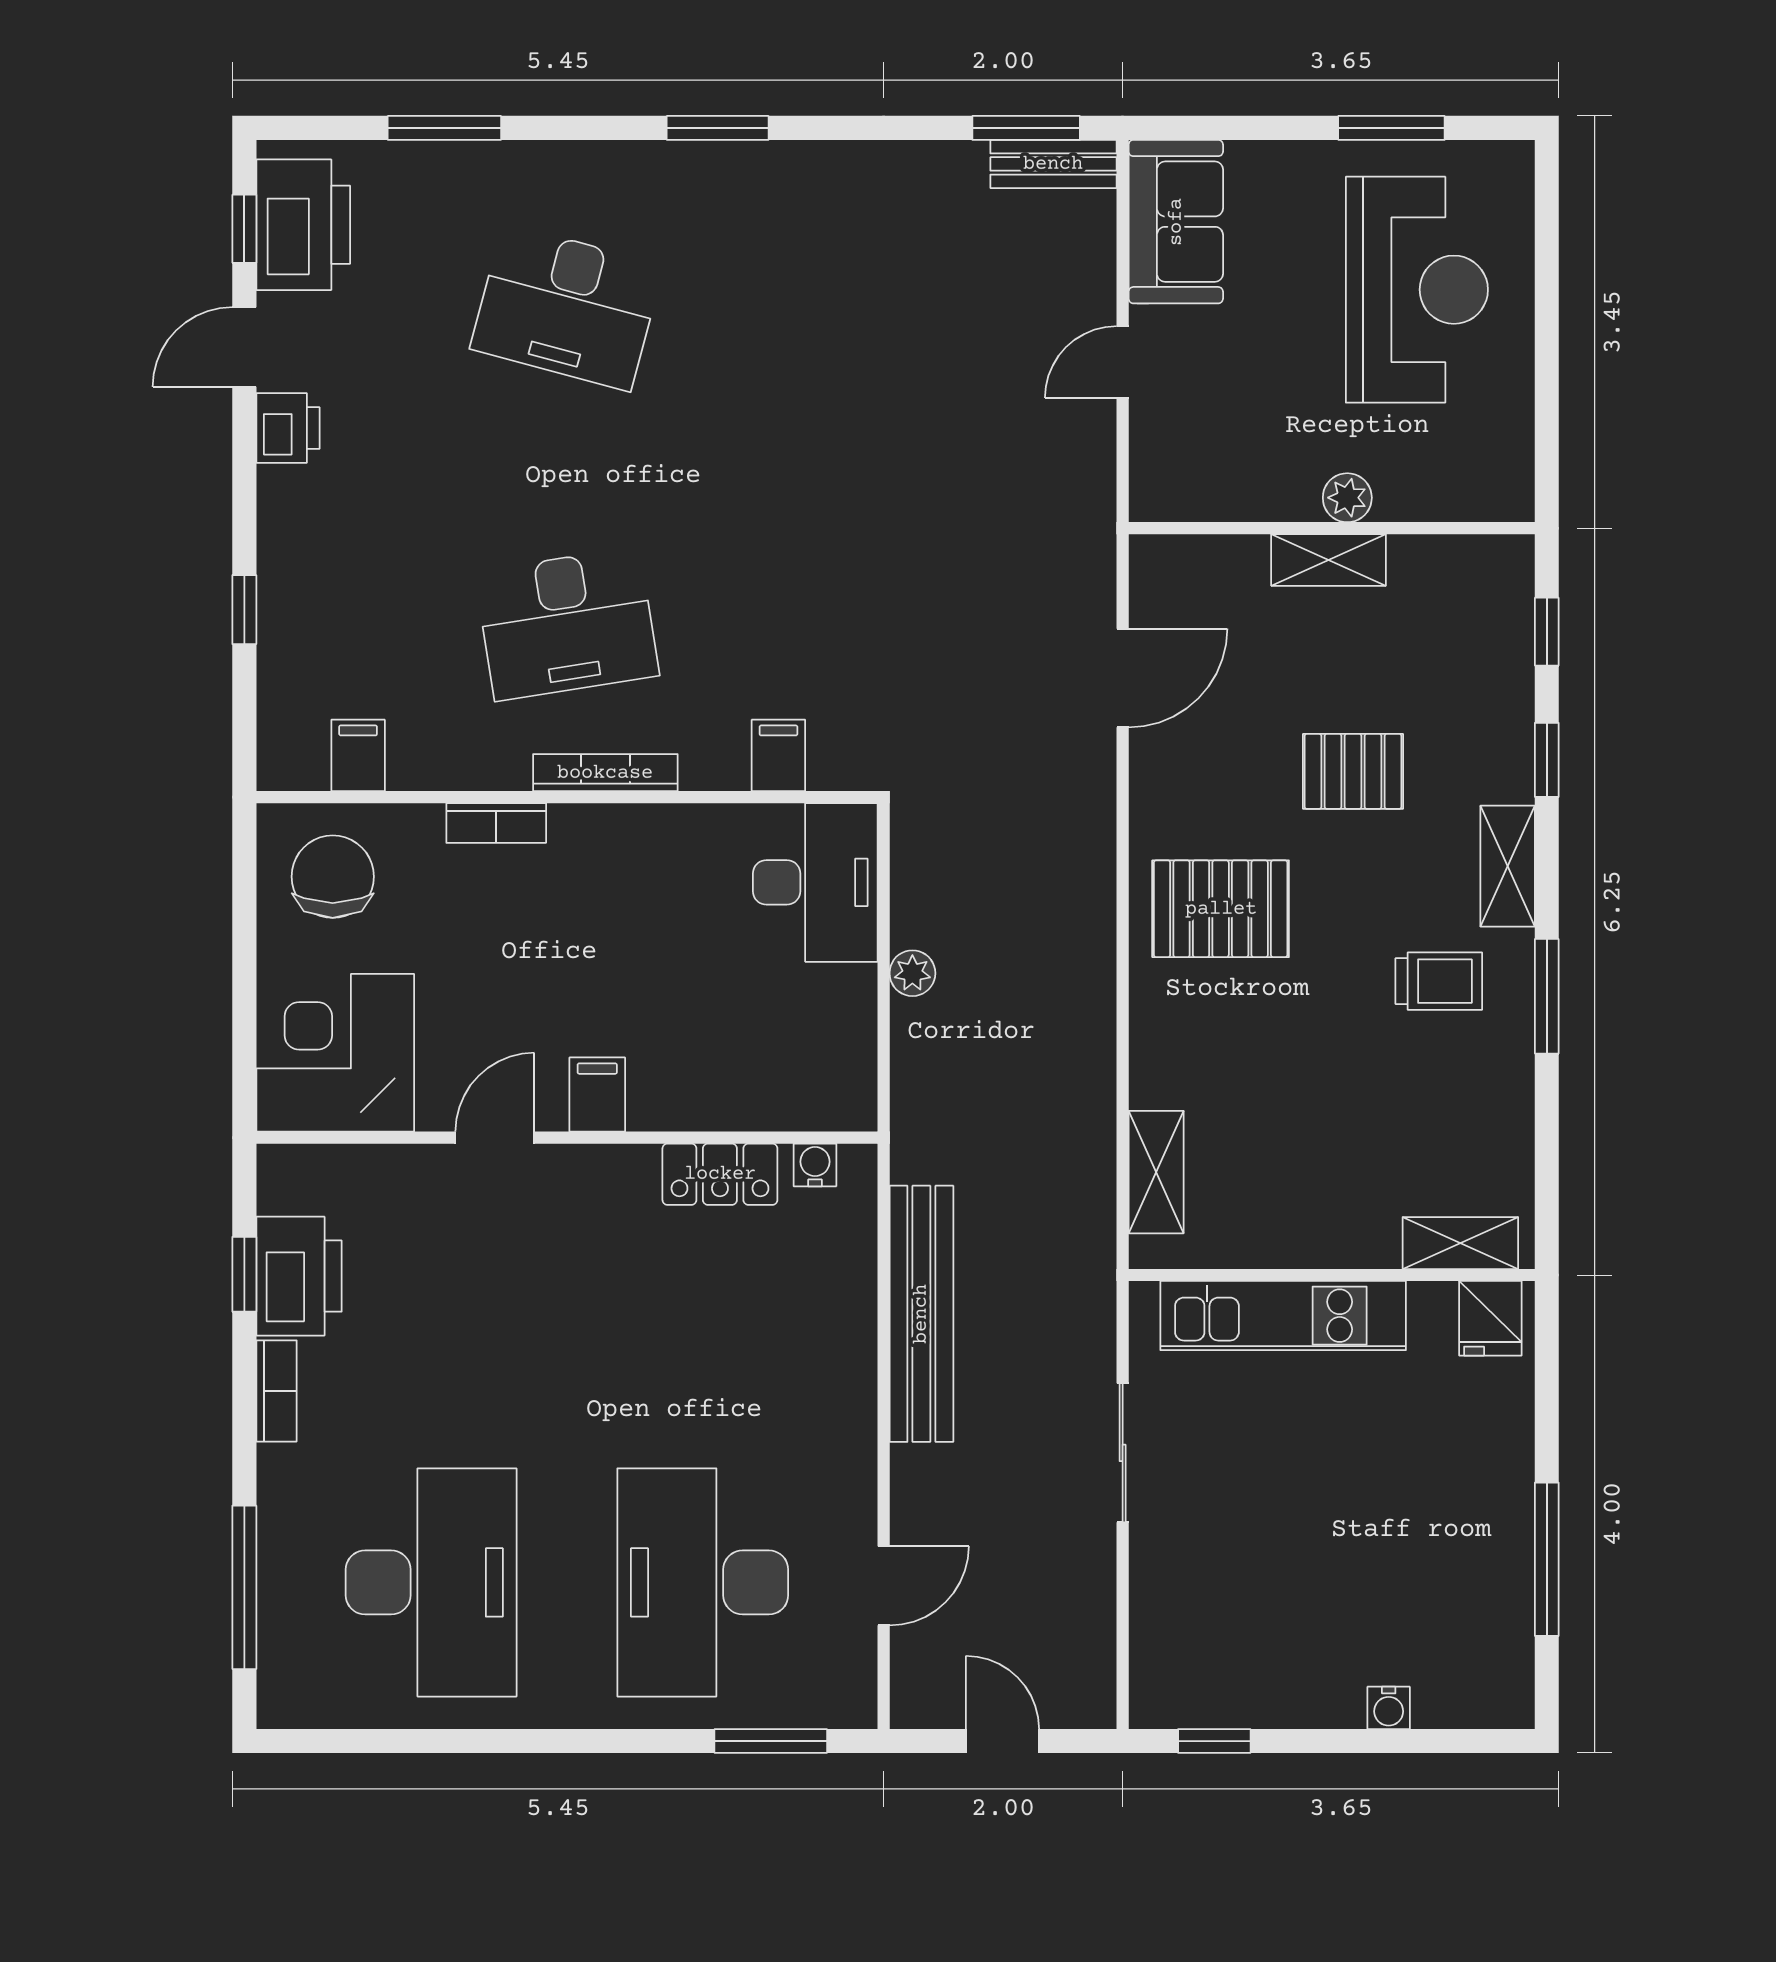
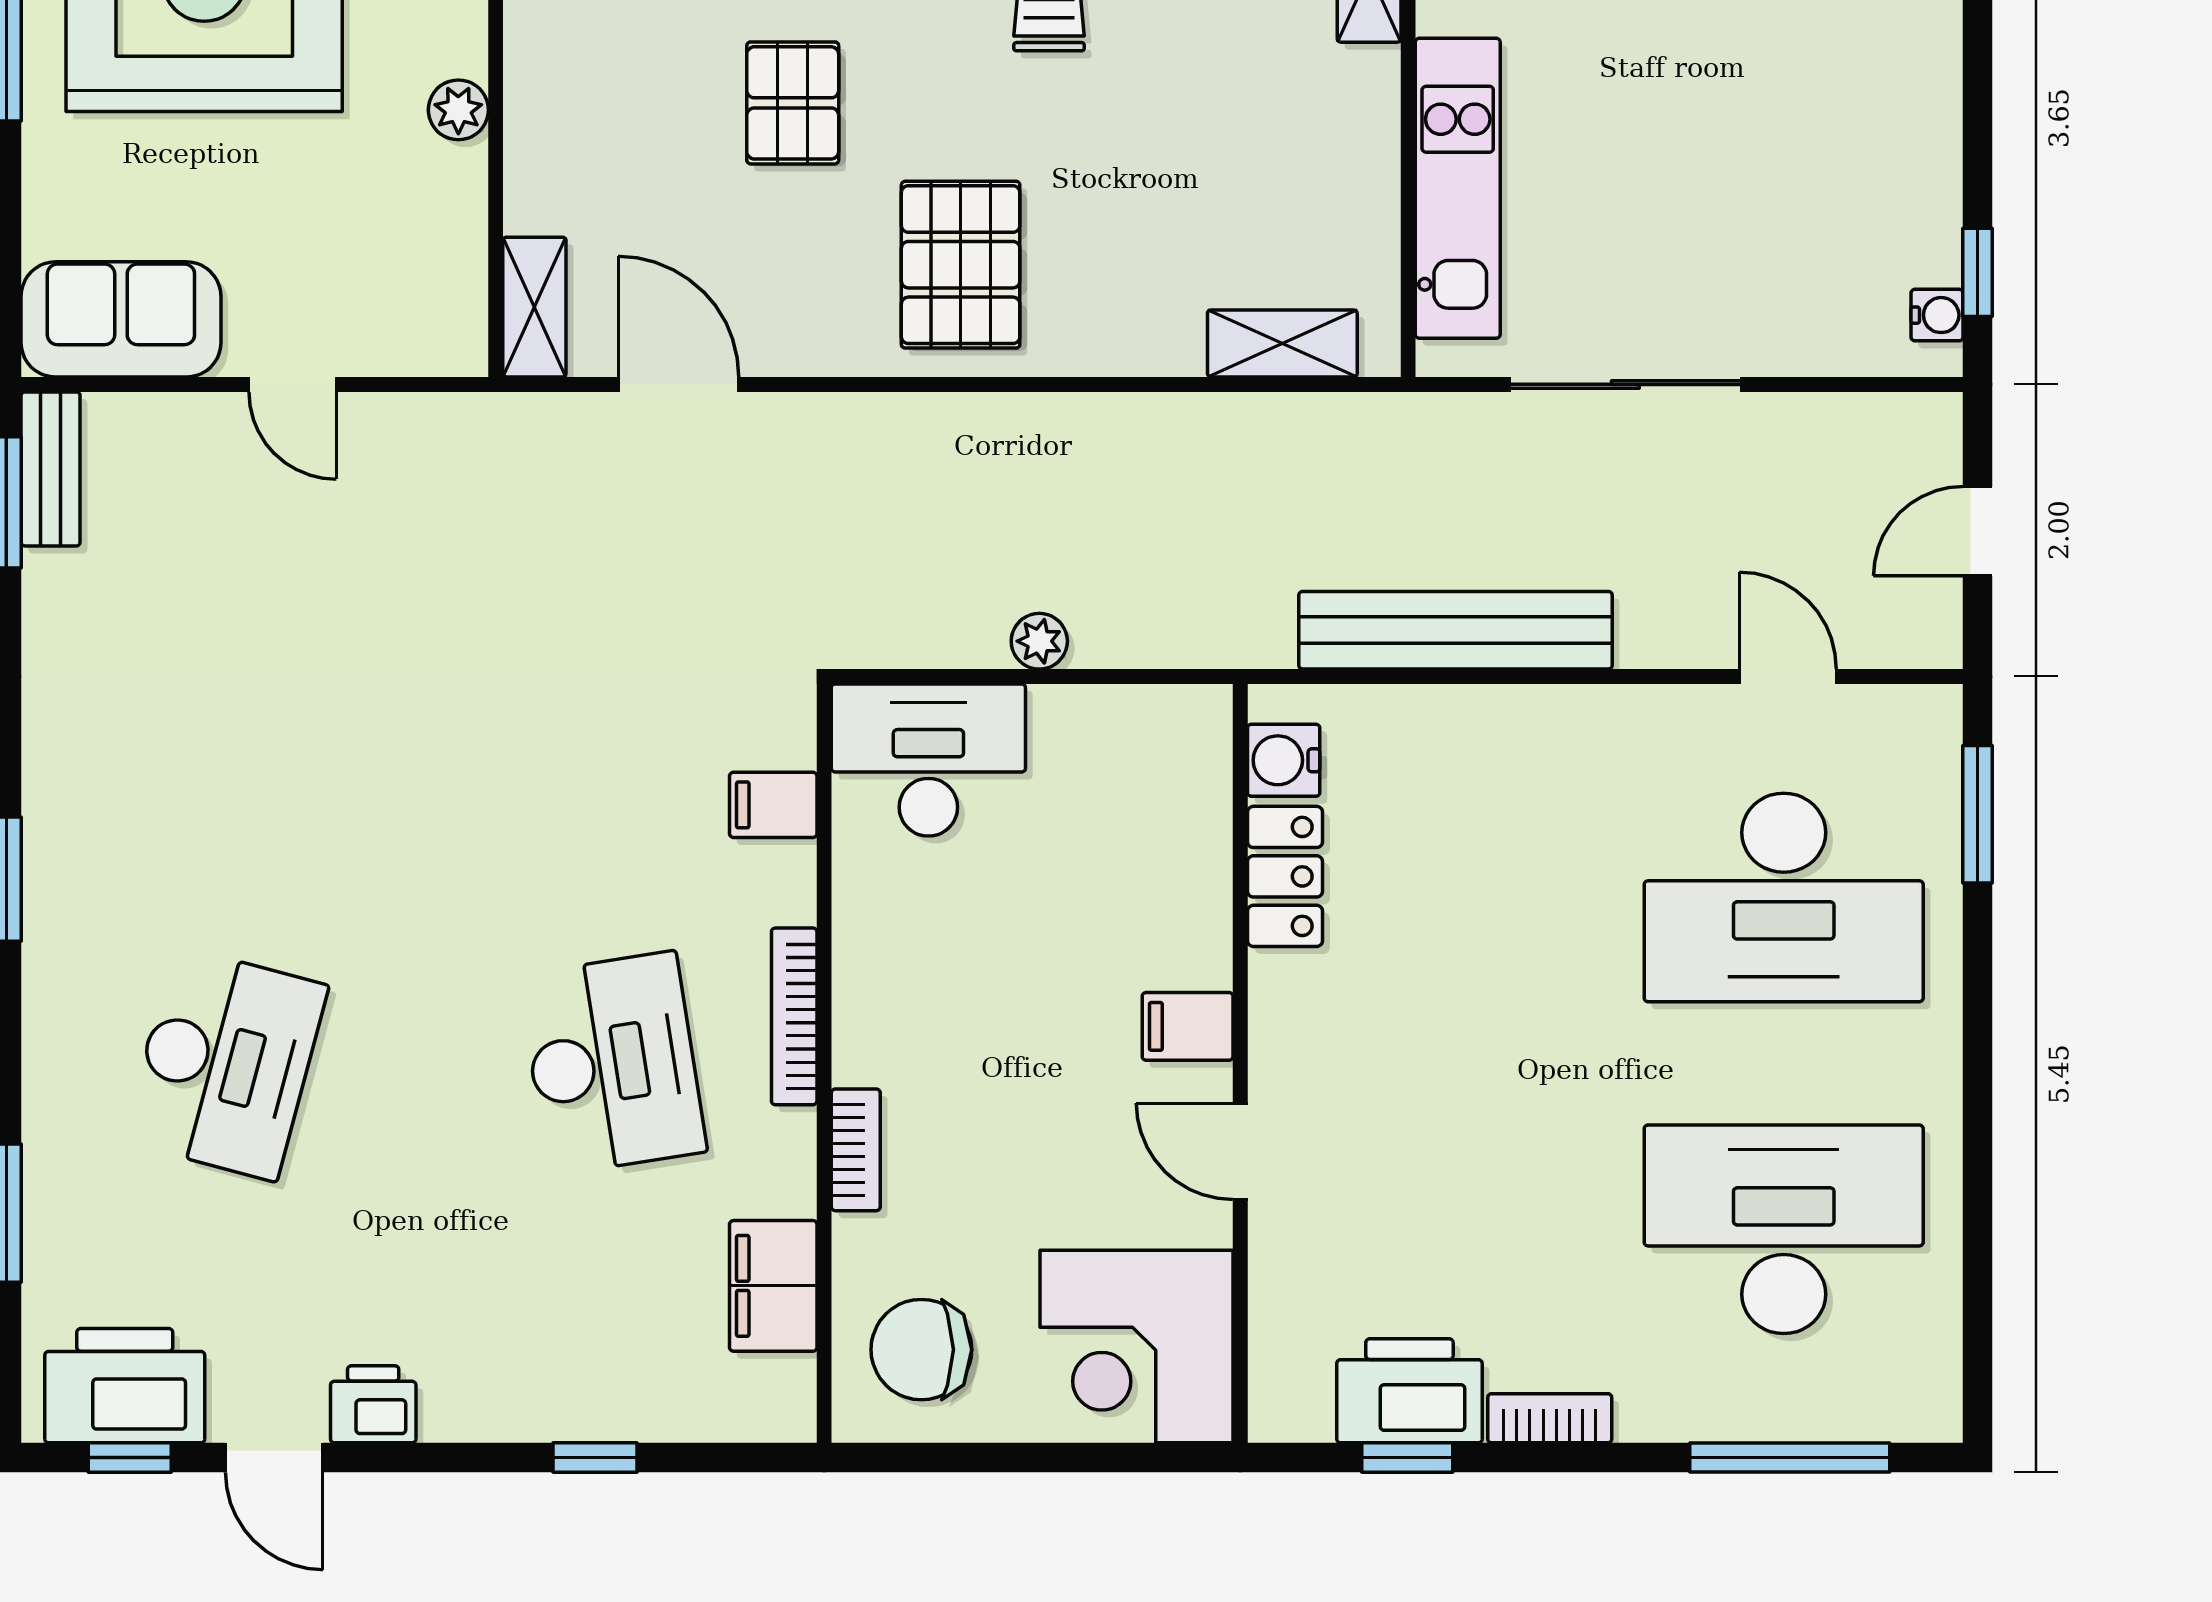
shelving: (1329, 560) -> (534, 307), moved
filing cabinet: (358, 755) -> (773, 1286), width x2.00
water cooler: (815, 1165) -> (1284, 760), width x1.38, depth x1.38
sliding door: (1123, 1453) -> (1625, 384), width x1.37
water cooler: (1389, 1708) -> (1937, 315), moved

